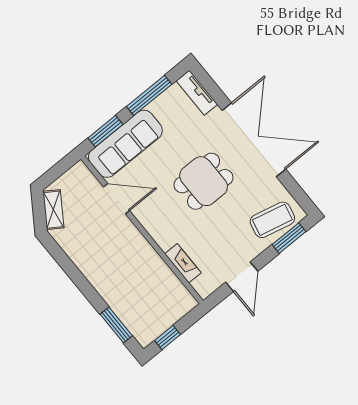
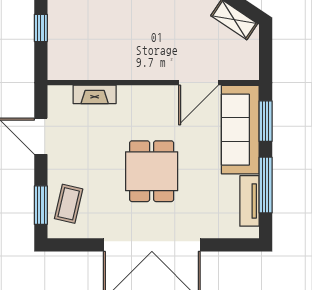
tv unit: (197, 93) -> (249, 201), moved, turned -90
coffee table: (272, 220) -> (69, 204), width x0.73, depth x0.77

